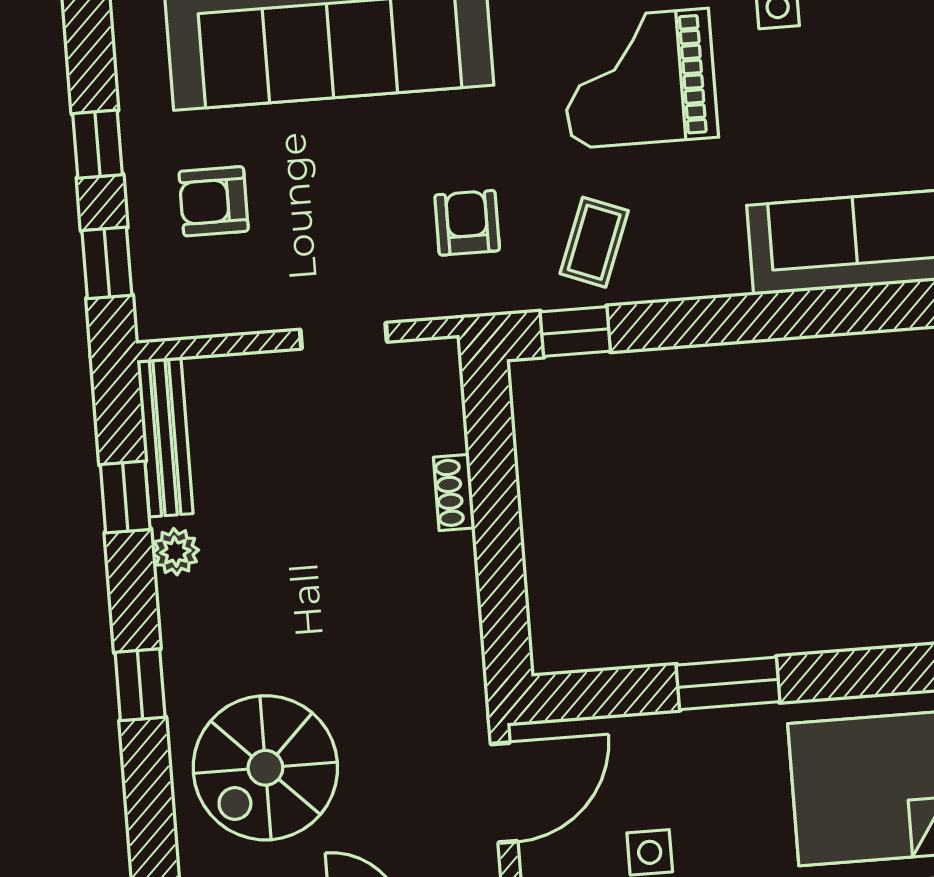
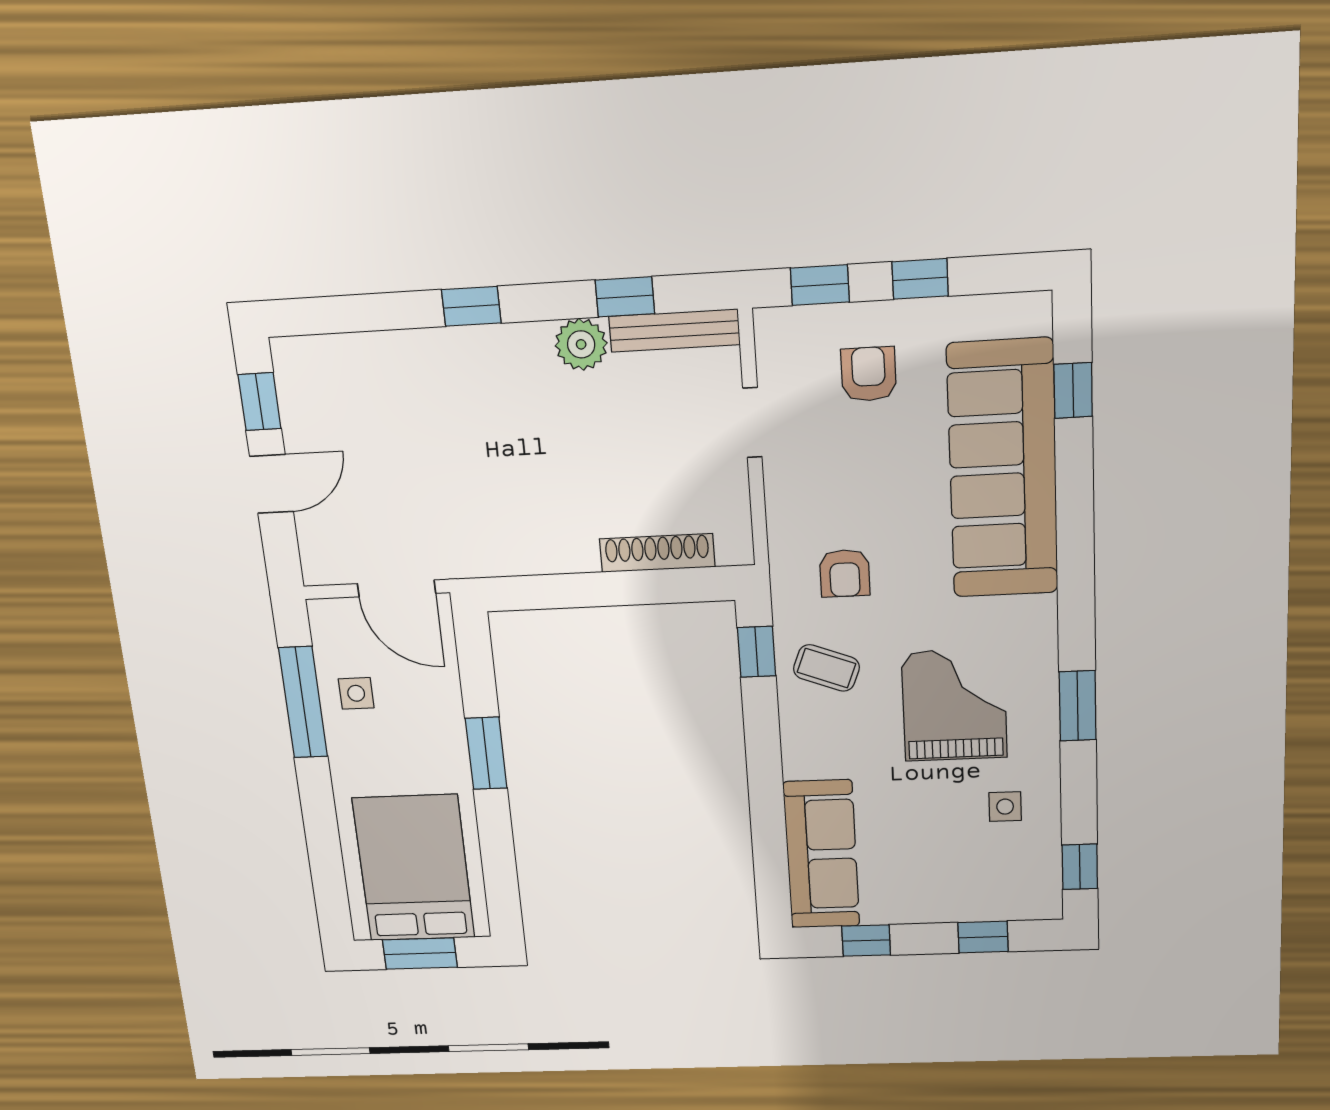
armchair: (467, 223) -> (845, 573), turned 90
doorway: (344, 336) -> (752, 423), moved
shoe rack: (454, 493) -> (657, 553), width x1.94, depth x1.24
plant: (175, 552) -> (581, 344), width x1.38, depth x1.38
spiral stairs: (265, 768) -> (408, 406), removed

